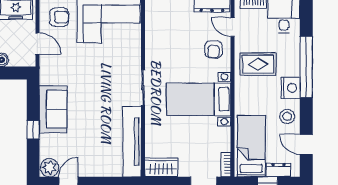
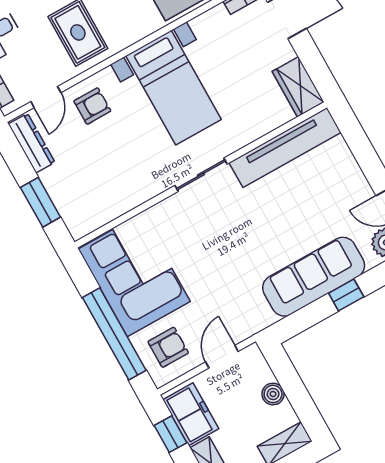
armchair: (59, 17) -> (168, 347), turned 90
sofa: (53, 109) -> (314, 277), width x1.36

